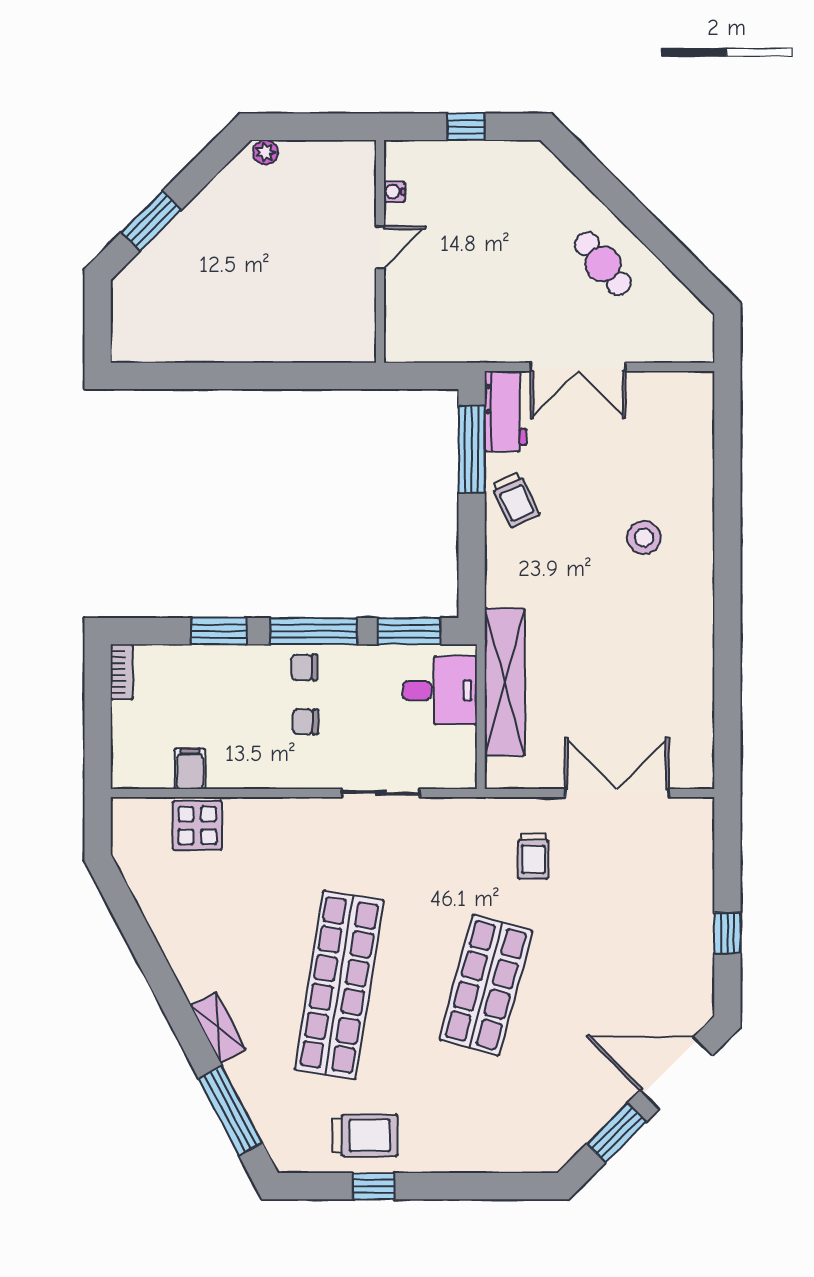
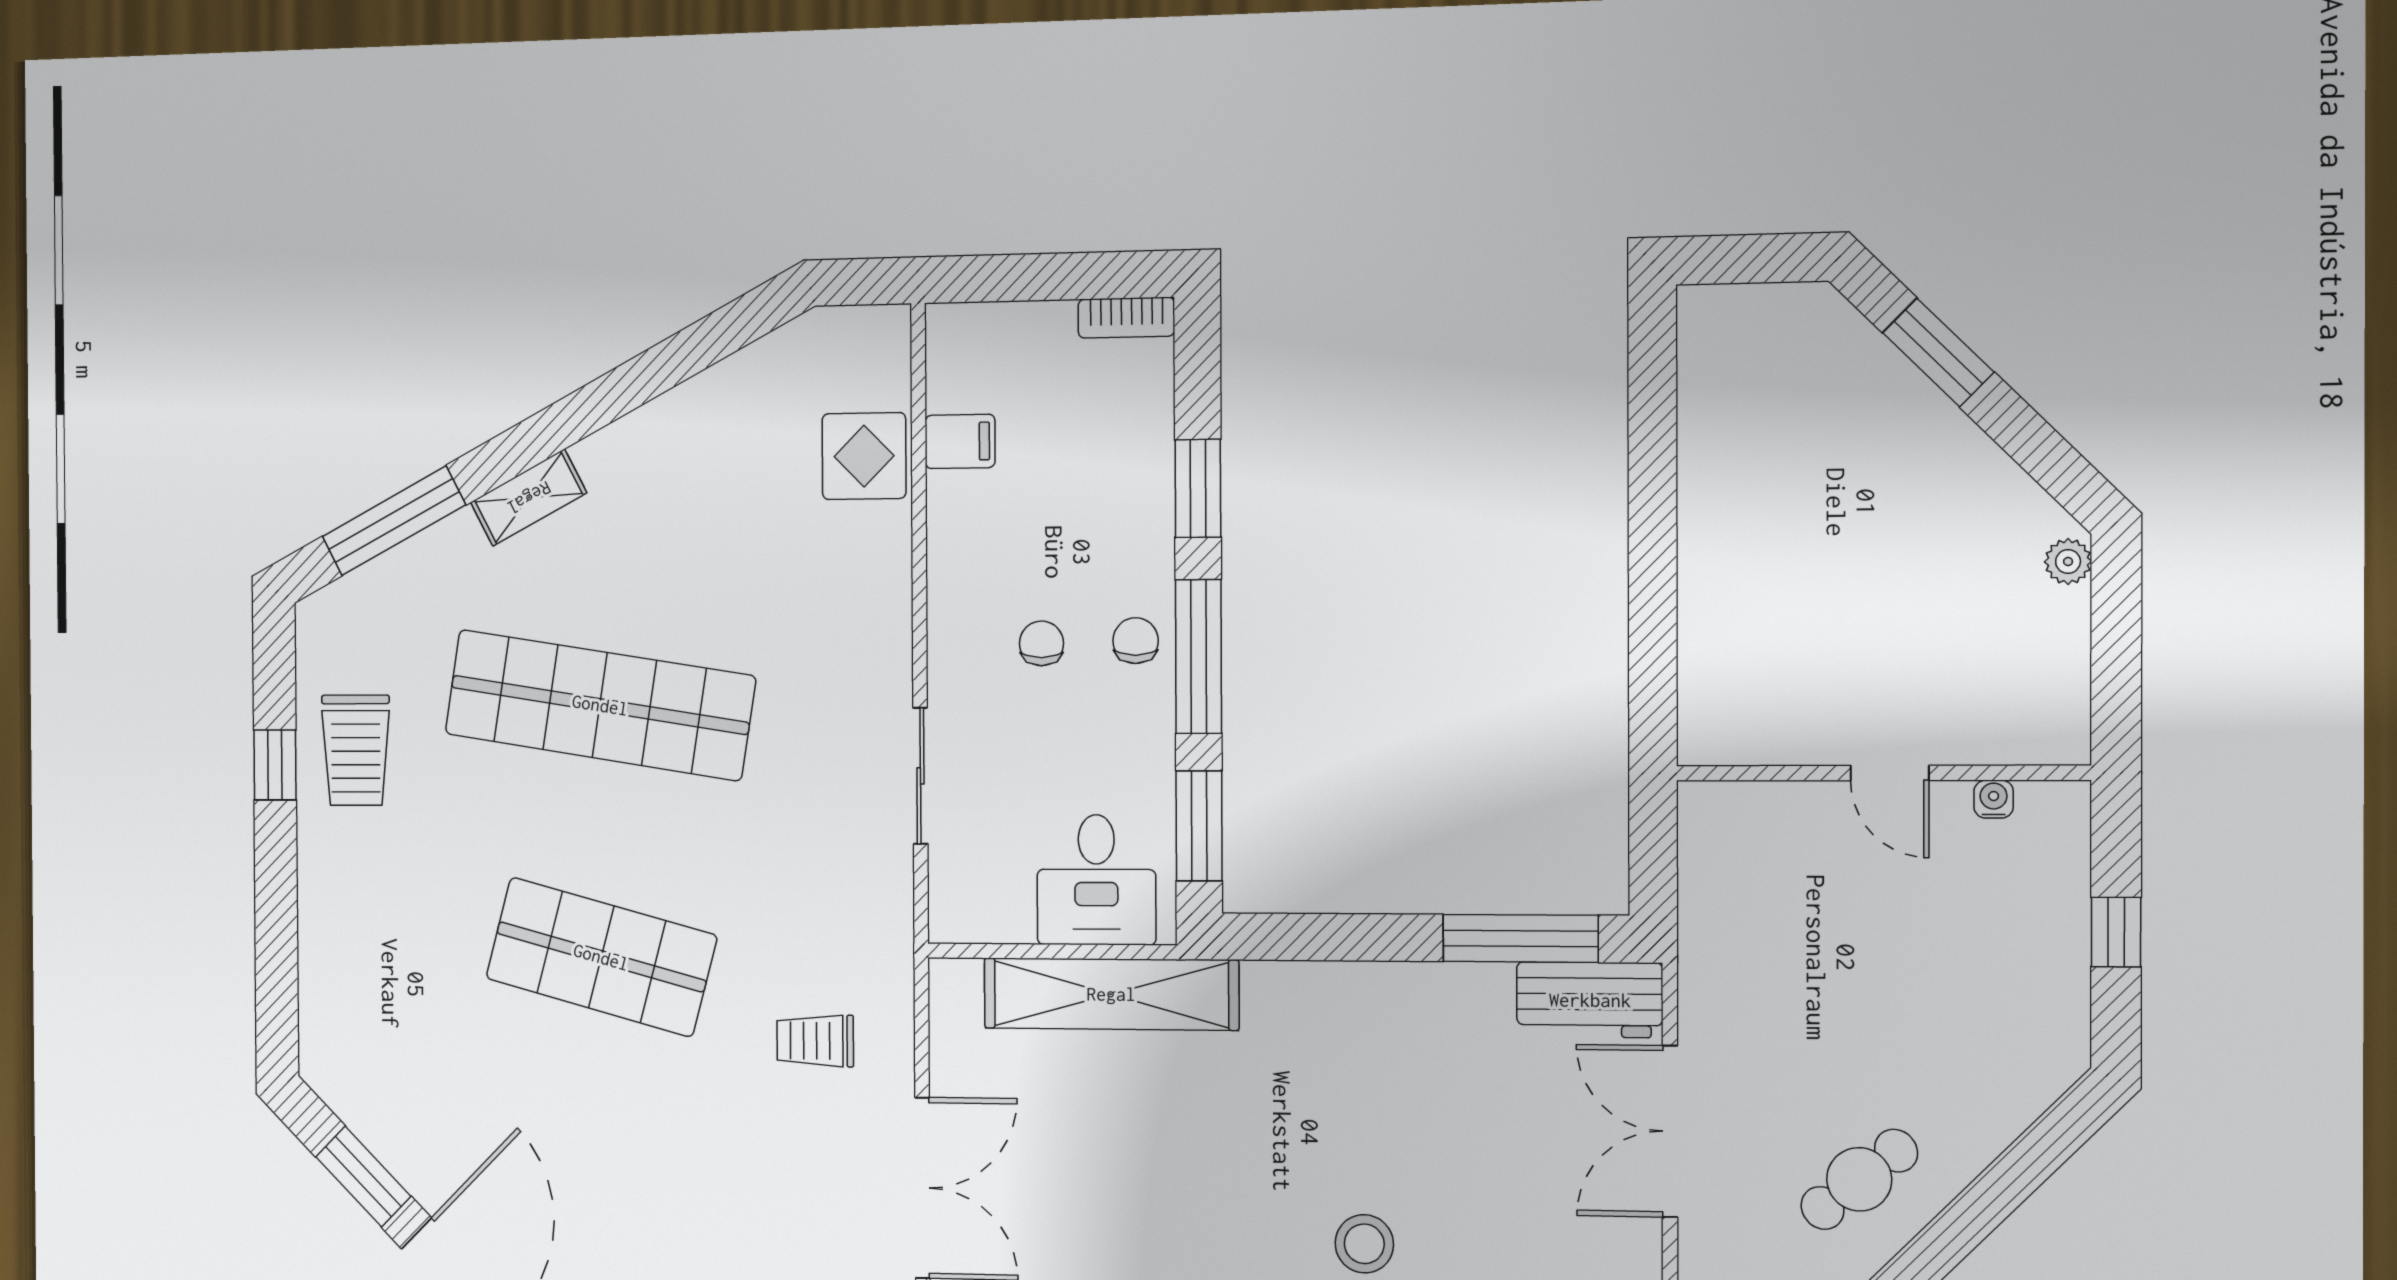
trolley: (515, 500) -> (1430, 1016), removed

